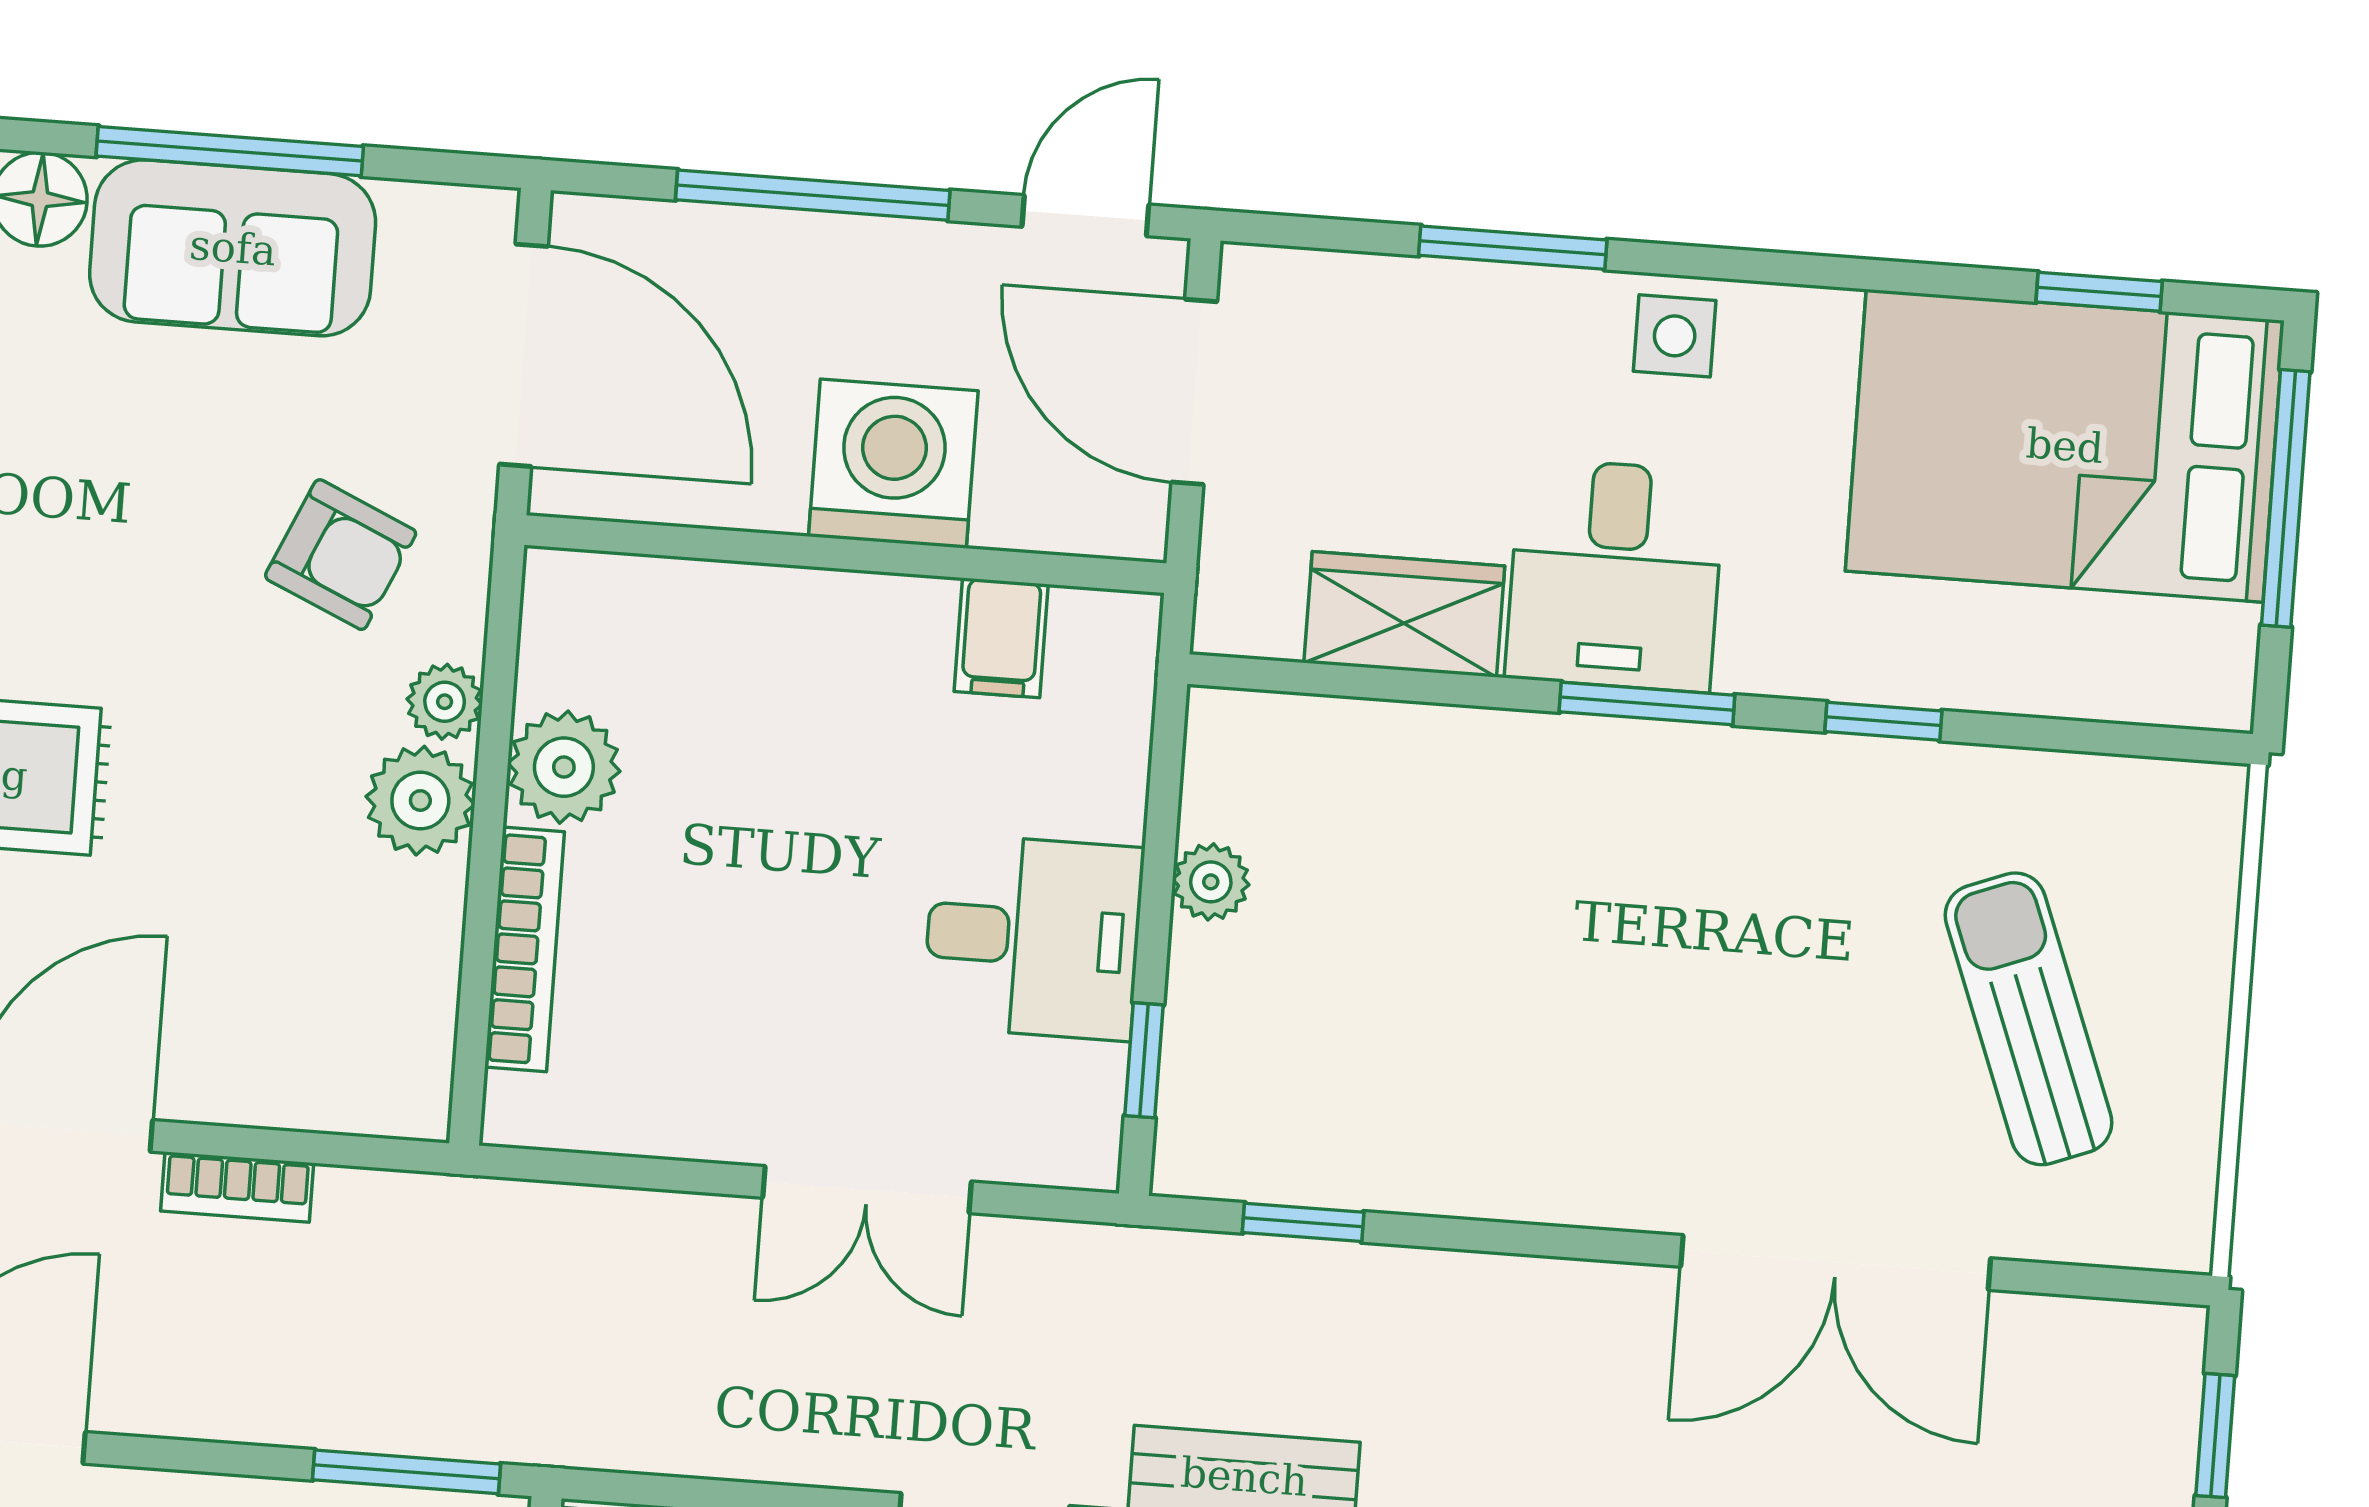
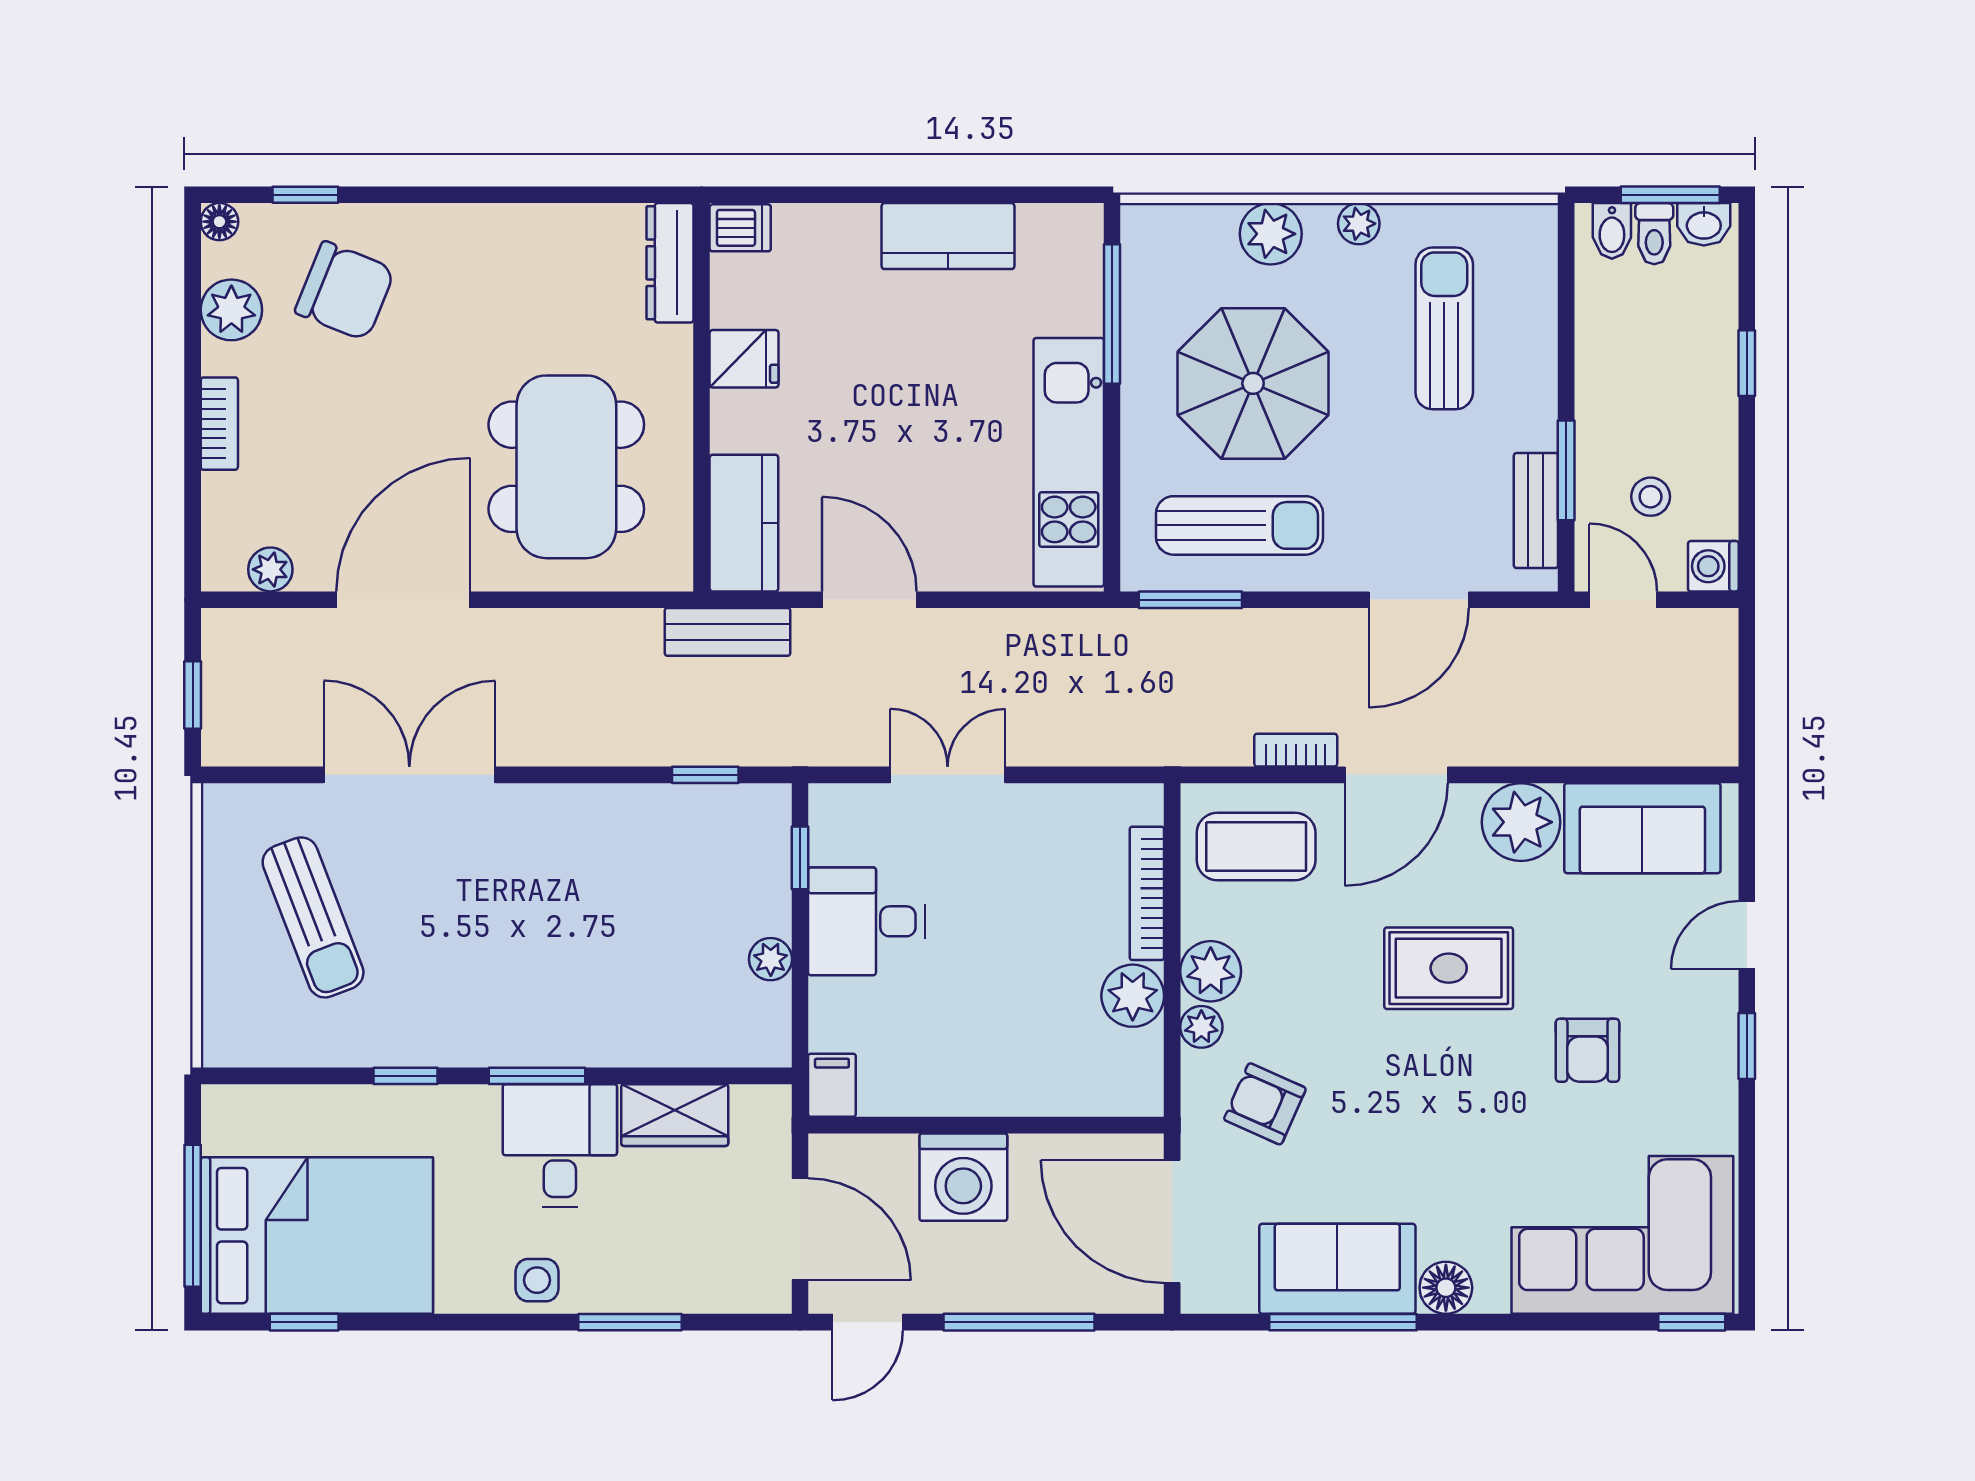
filing cabinet: (1001, 638) -> (832, 1085), moved
coffee table: (322, 1019) -> (1256, 846), added

